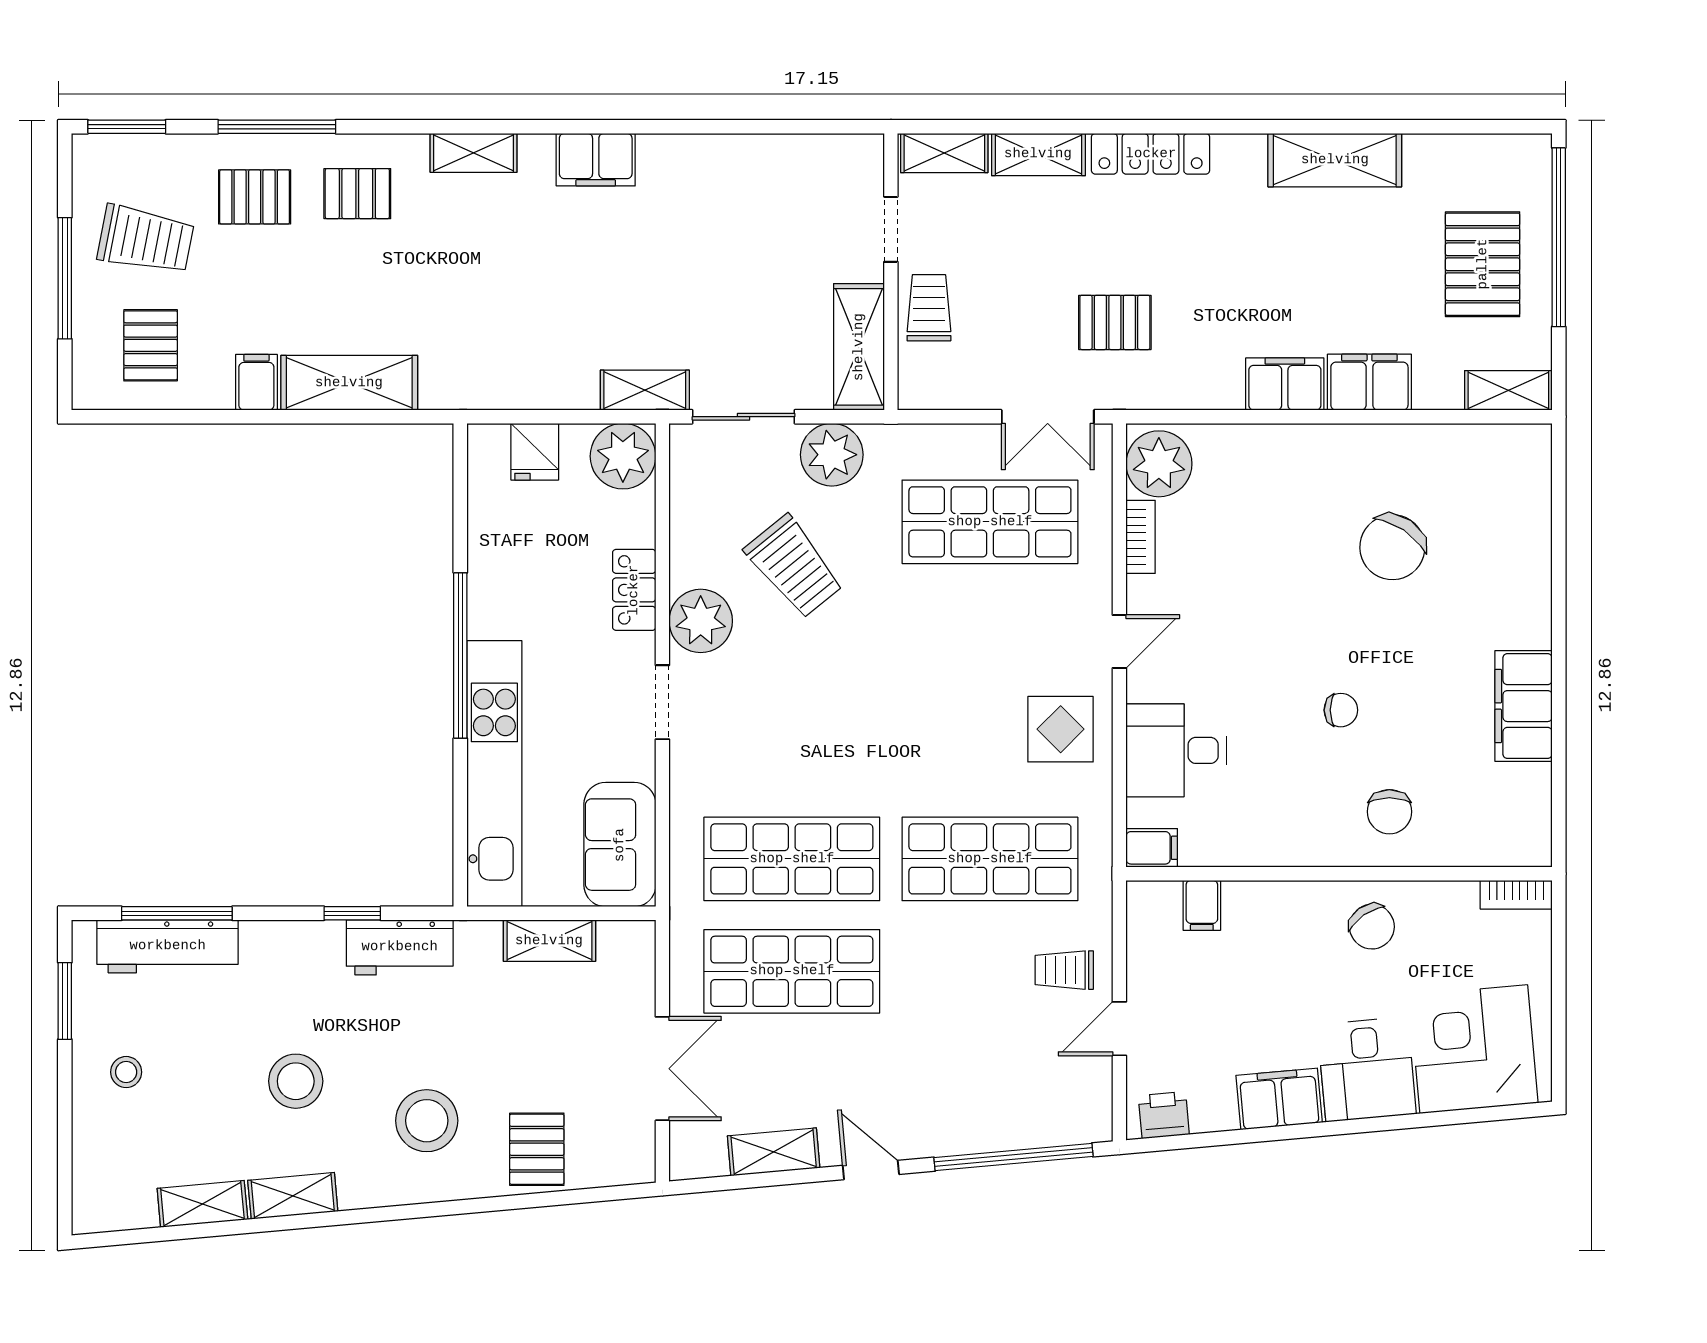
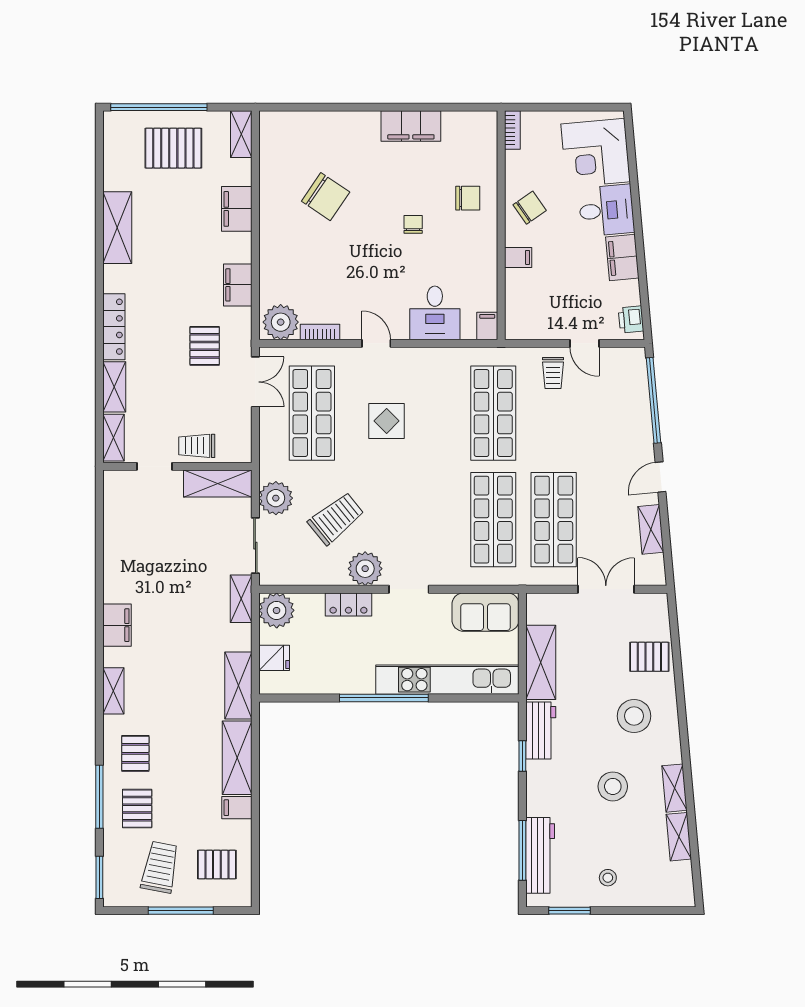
filing cabinet: (1285, 384) -> (238, 285), moved
shelving: (484, 385) -> (238, 685), added
display table: (1061, 729) -> (387, 421), moved
filing cabinet: (1202, 905) -> (518, 257), moved
shelving: (549, 941) -> (541, 662), width x1.50, depth x1.33

